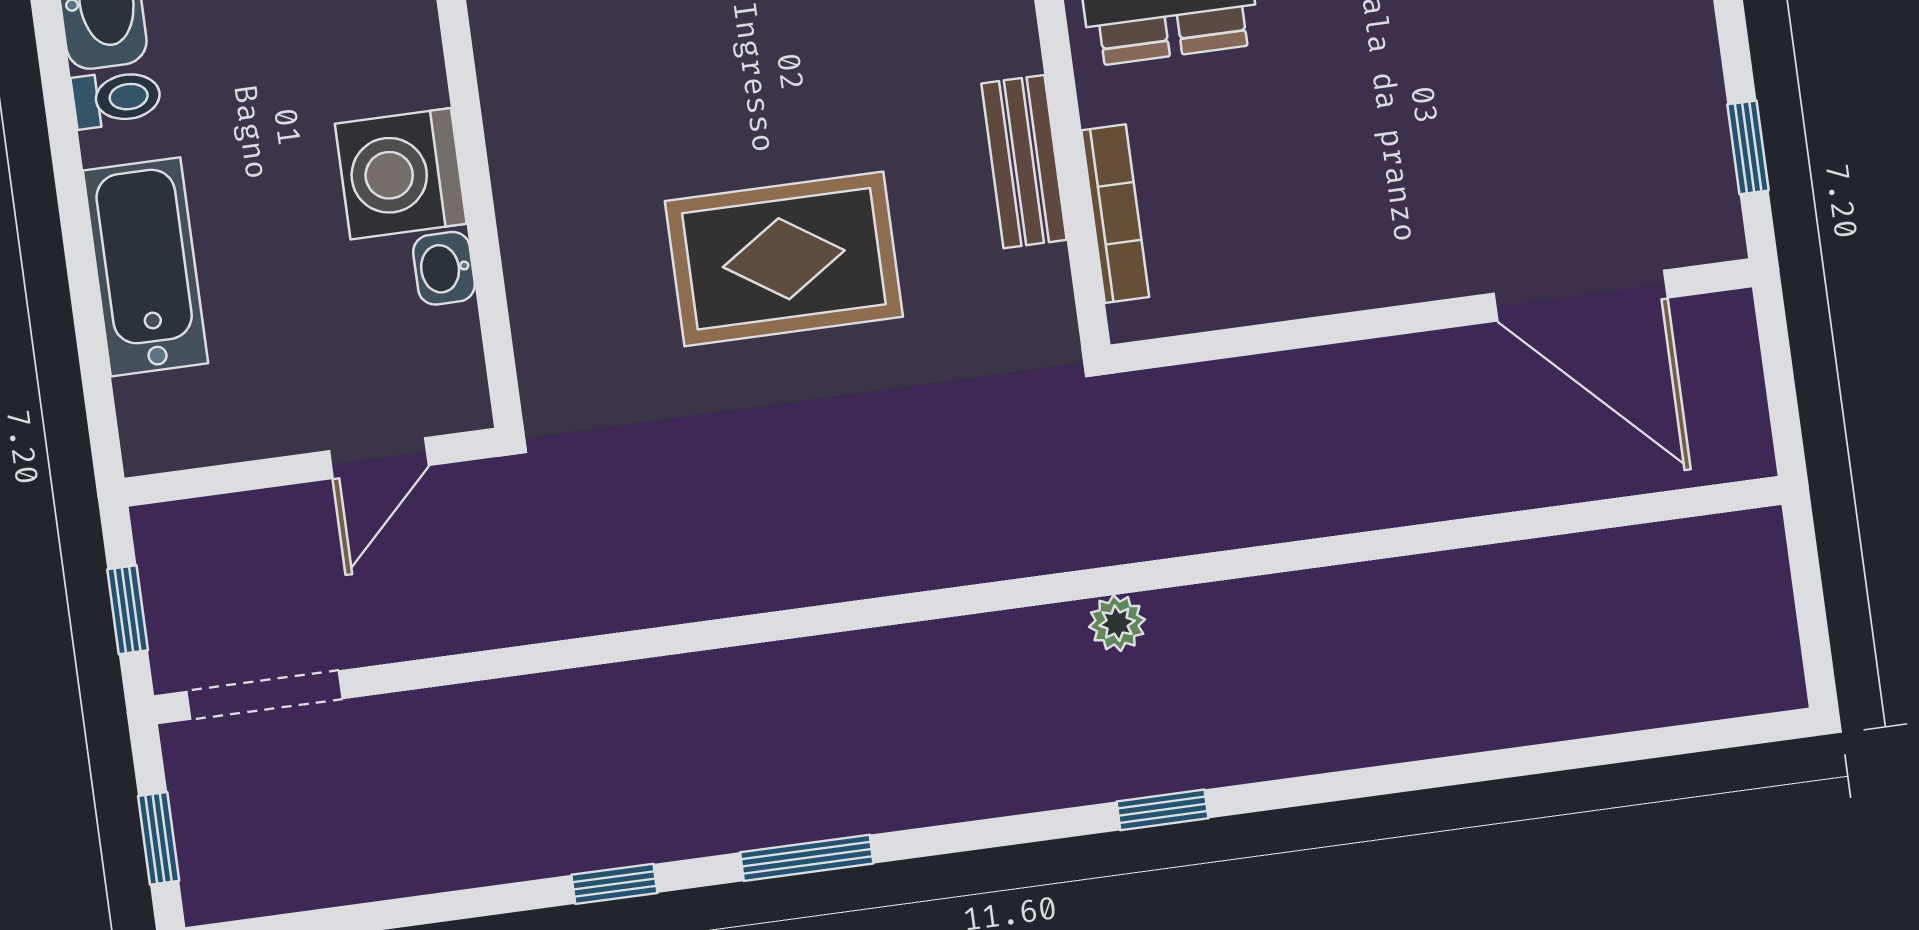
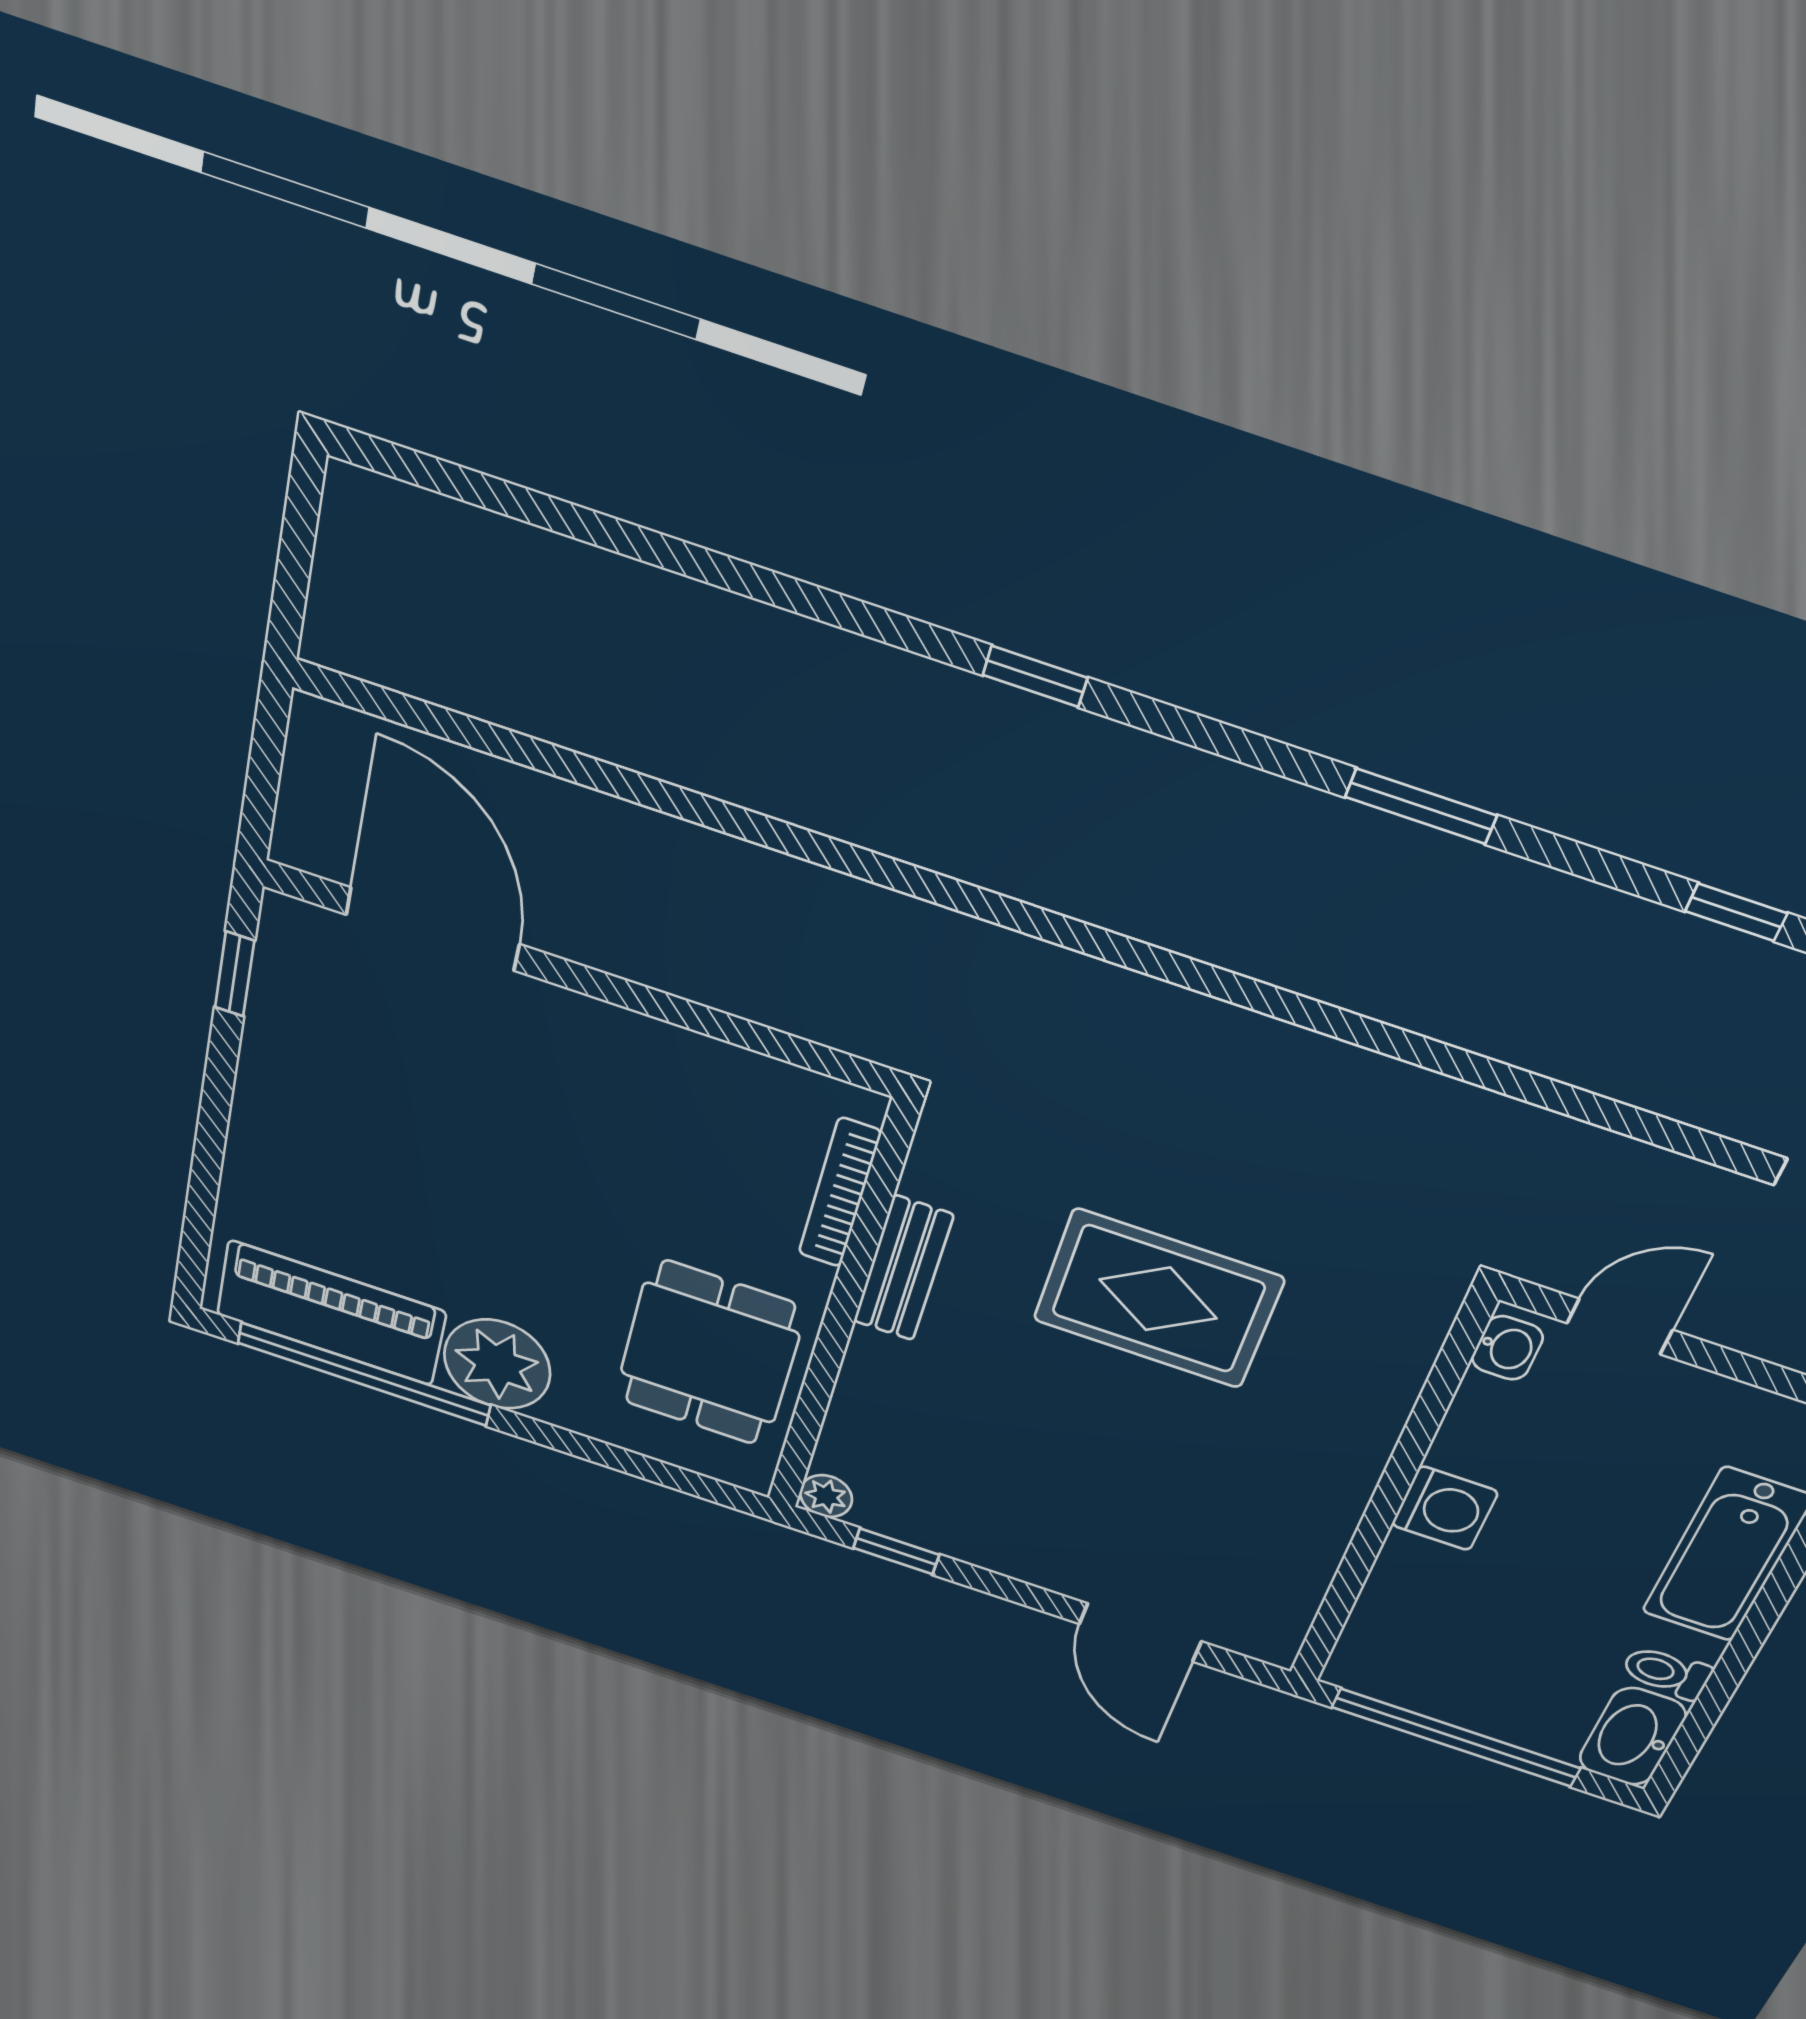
washing machine: (401, 174) -> (1445, 1508), width x0.73, depth x0.73
washbasin: (444, 268) -> (1507, 1348), moved
plant: (1117, 623) -> (999, 866), removed
window: (614, 884) -> (1736, 912), moved

